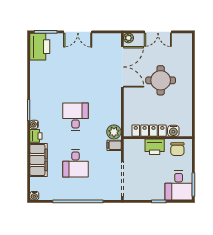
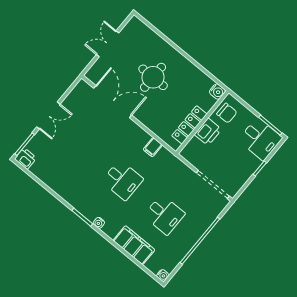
double door: (158, 32) -> (108, 44), swing flipped
plant: (128, 38) -> (91, 75), removed
printer: (40, 47) -> (26, 158), width x0.53, depth x0.68
desk: (76, 117) -> (122, 180), turned 180
water cooler: (173, 131) -> (217, 92), moved
plant: (114, 132) -> (165, 157), removed
printer: (36, 136) -> (110, 230), removed
filing cabinet: (114, 145) -> (153, 147), moved

